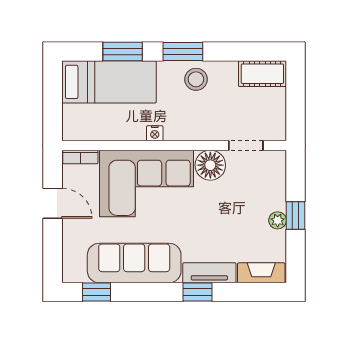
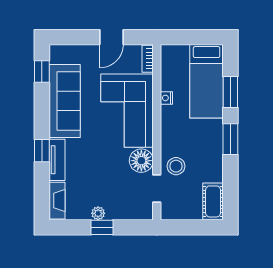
stool: (196, 79) -> (176, 166), moved
nightstand: (155, 133) -> (166, 98), moved

